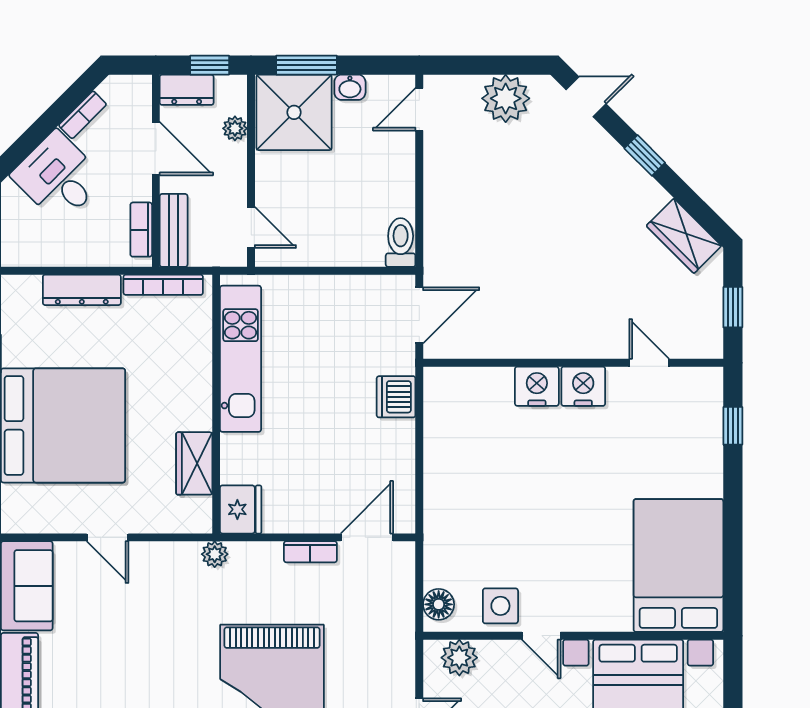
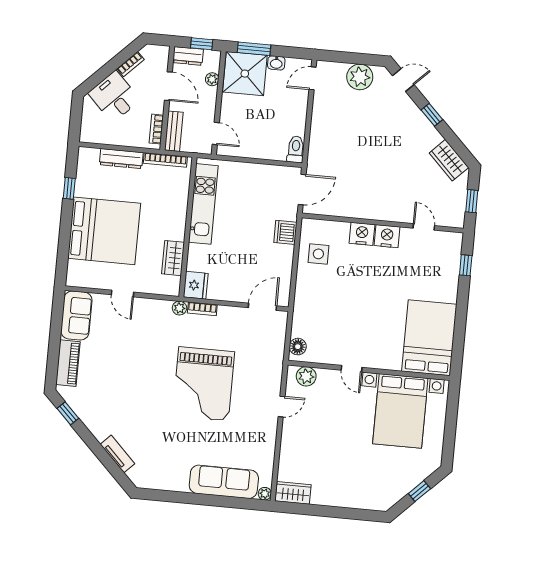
bookcase: (310, 552) -> (202, 309), moved
side table: (500, 606) -> (318, 254), moved

